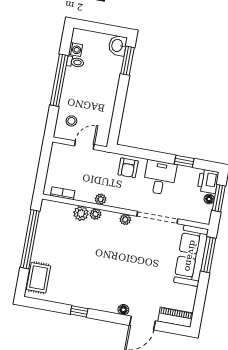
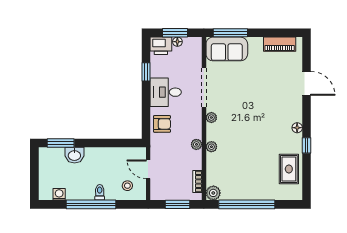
washbasin: (118, 45) -> (74, 155), moved
toilet: (75, 62) -> (100, 192), moved
window: (43, 169) -> (178, 204), added
plant: (81, 213) -> (213, 193), moved
sofa: (191, 256) -> (227, 49), width x0.73
rug: (39, 278) -> (289, 169), moved, turned 90
floor lamp: (123, 310) -> (297, 128), moved
piano: (176, 317) -> (280, 44), moved, turned -90

